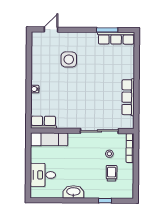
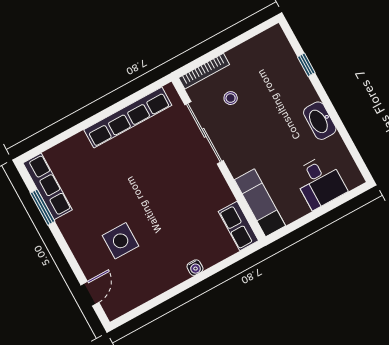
door: (51, 30) -> (90, 294), swing flipped
row of seats: (128, 97) -> (128, 117), width x1.36
trolley: (112, 173) -> (259, 78), removed

